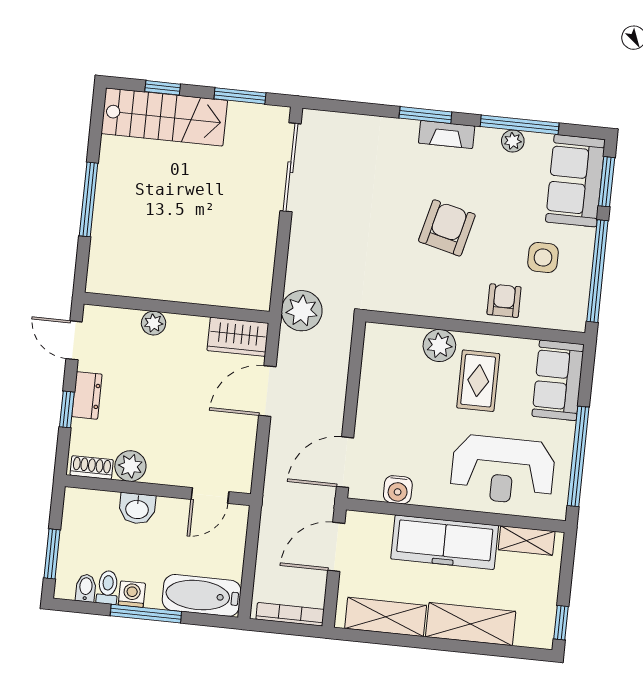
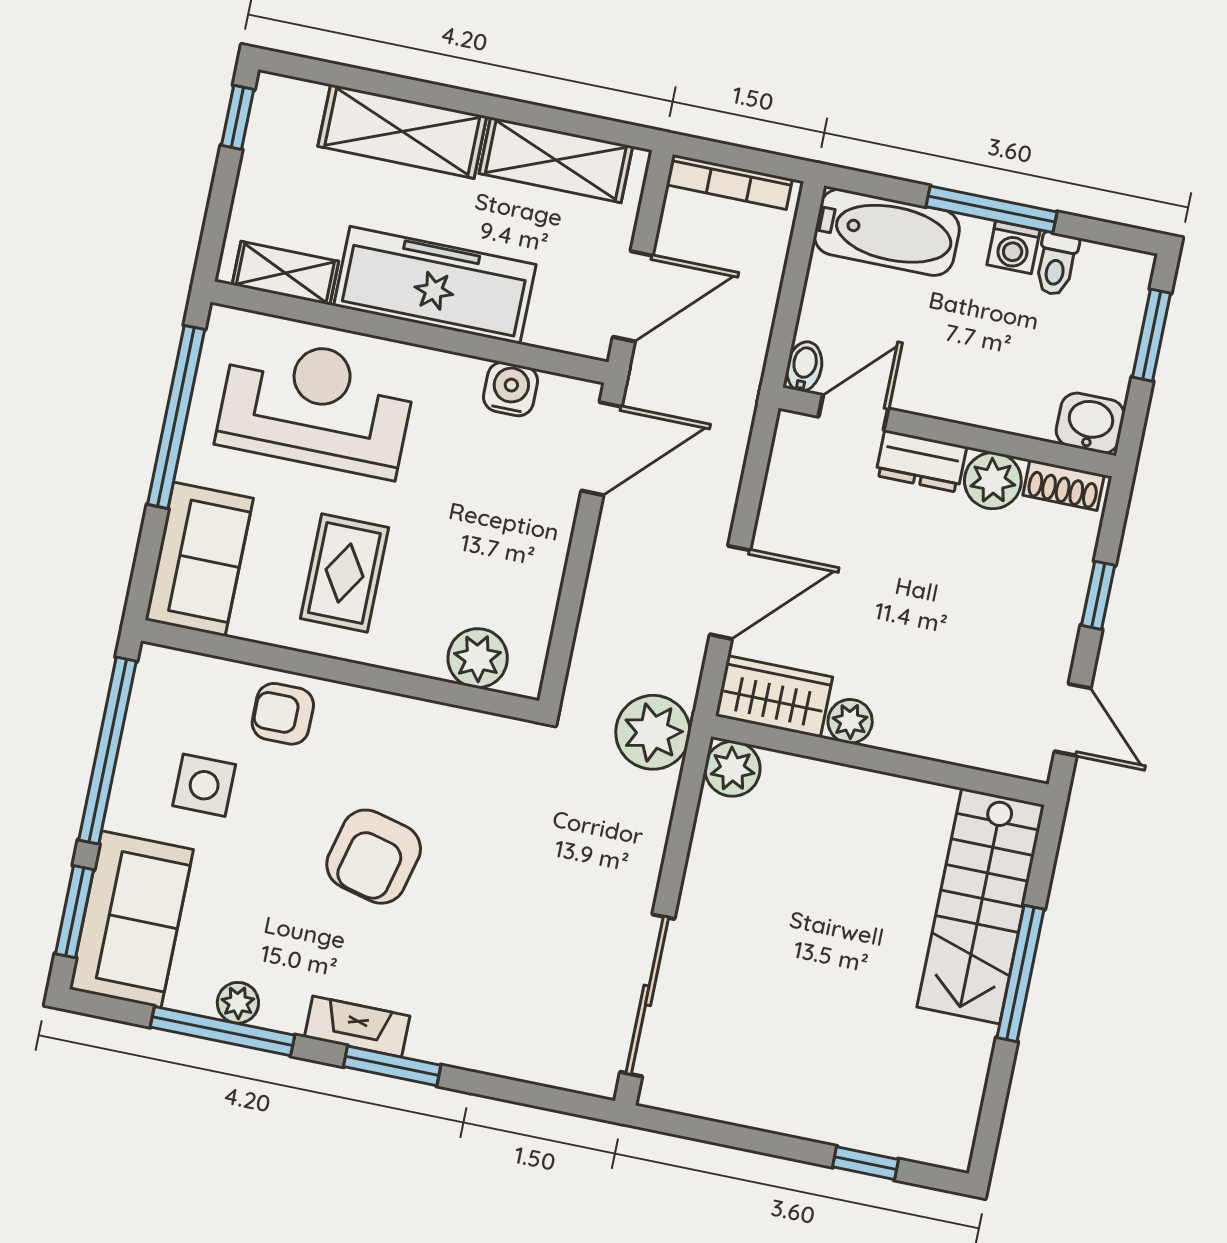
window: (240, 96) -> (726, 1134), removed
stairs: (164, 117) -> (981, 906), moved, turned -90
plant: (256, 295) -> (732, 769), added
armchair: (504, 301) -> (283, 714), turned 90
plant: (154, 323) -> (850, 721), moved
plant: (439, 345) -> (478, 658), moved
dresser: (87, 395) -> (921, 461), moved, turned -90
washbasin: (137, 509) -> (1090, 423), moved
bidet: (86, 588) -> (804, 366), moved, turned 180

